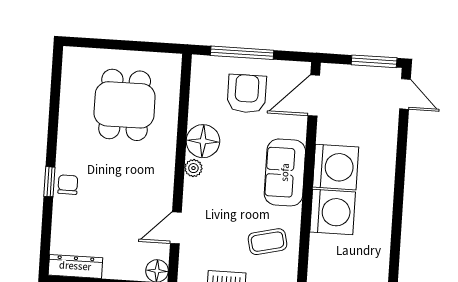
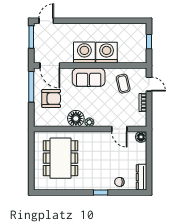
window: (242, 53) -> (31, 87), moved
armchair: (247, 94) -> (51, 99), turned 180
dining table: (125, 105) -> (61, 158), width x1.38
chair: (68, 185) -> (119, 182), moved

